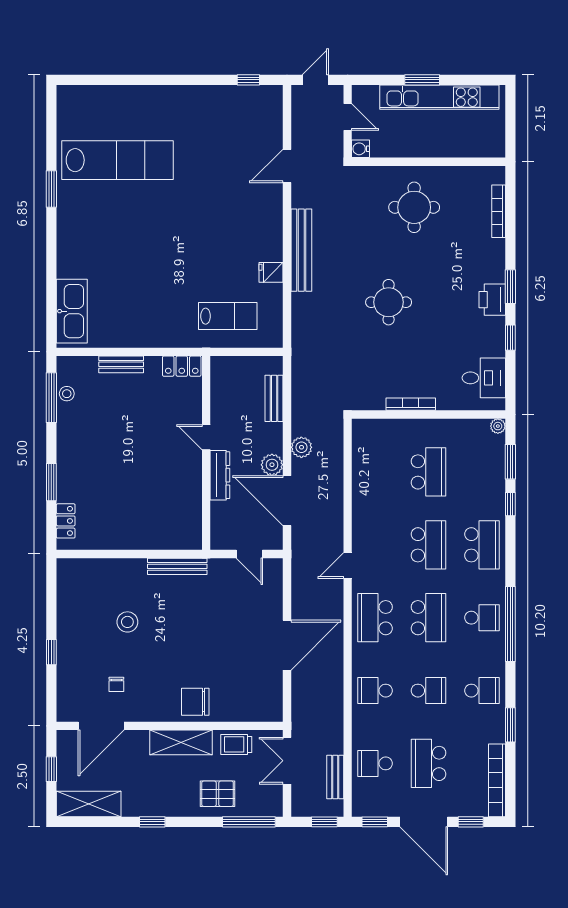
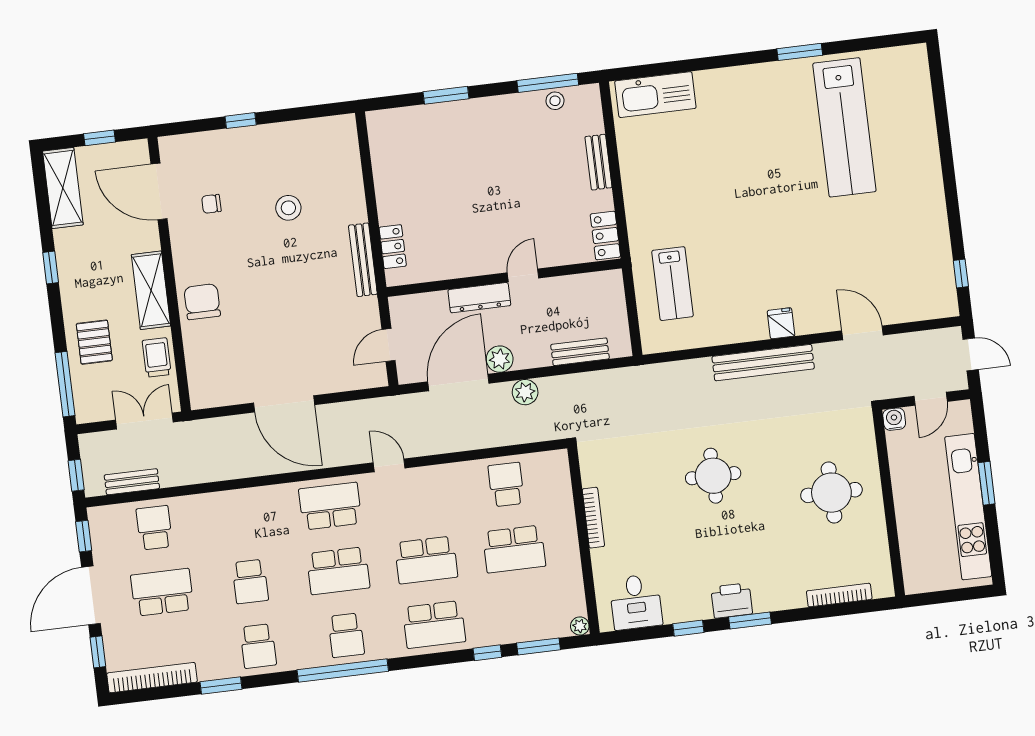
fridge: (271, 272) -> (781, 323), moved
locker: (66, 521) -> (393, 247), moved, turned -90
school desk: (375, 691) -> (506, 485), moved

